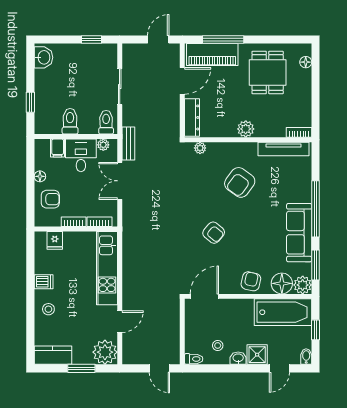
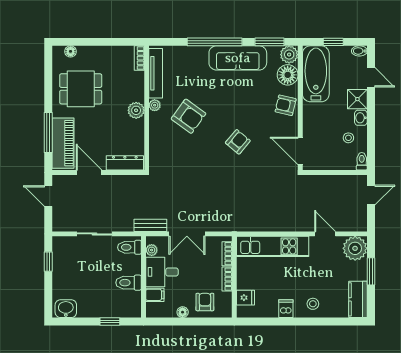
plant: (200, 148) -> (155, 105), moved

